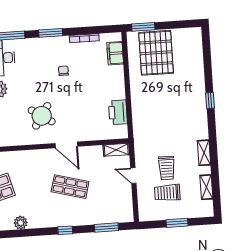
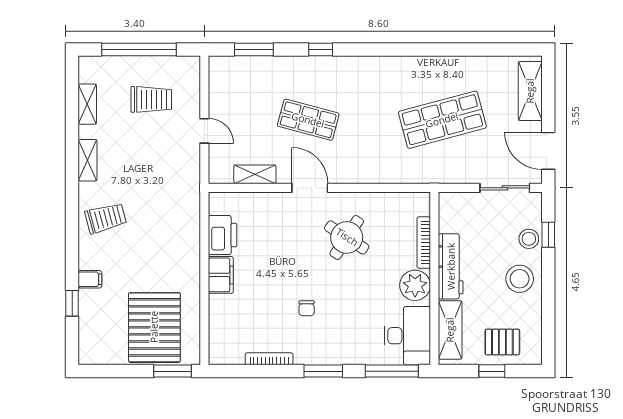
filing cabinet: (115, 53) -> (221, 275), moved
filing cabinet: (198, 80) -> (90, 279), added
window: (210, 100) -> (72, 303), moved
shelving: (116, 150) -> (255, 174), moved
trolley: (167, 168) -> (106, 218), moved, turned 75
plant: (21, 223) -> (392, 67), removed
window: (177, 223) -> (139, 49), width x2.11

